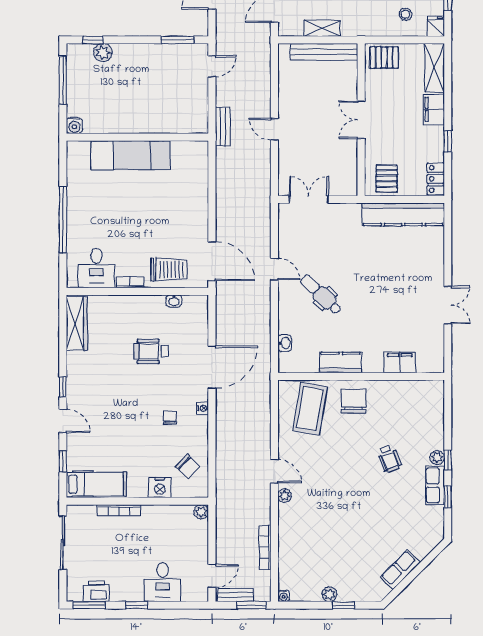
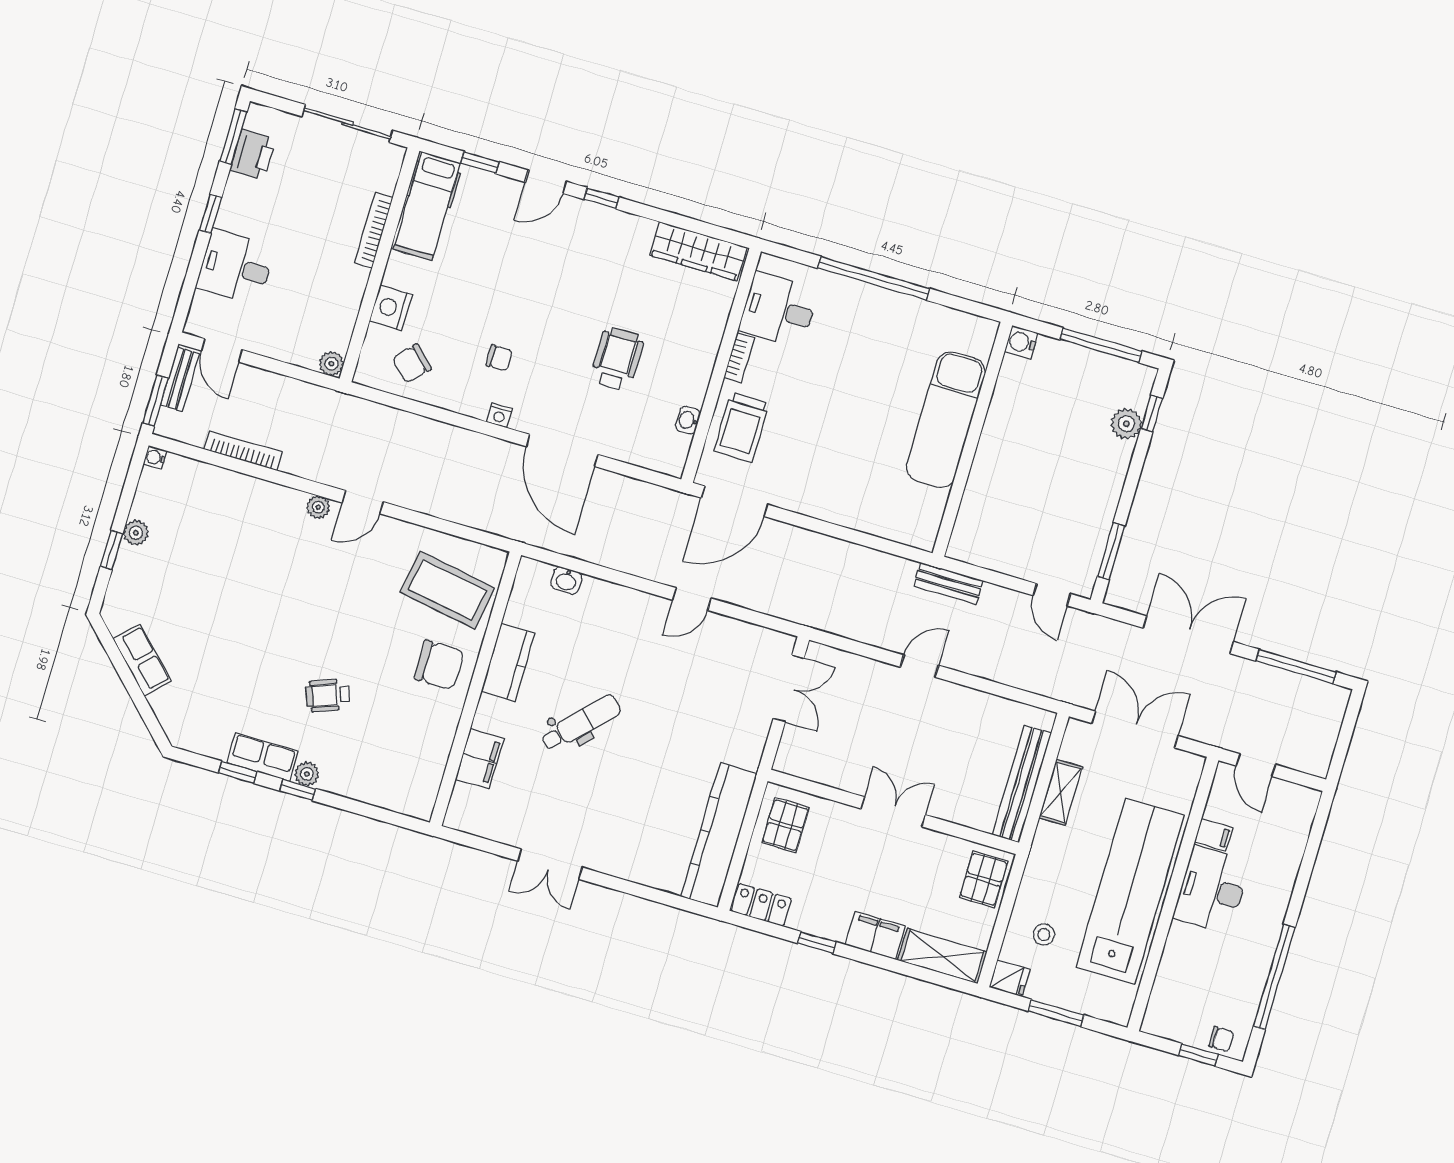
pallet: (387, 178) -> (785, 825), turned 90
dental chair: (321, 295) -> (581, 723), moved

